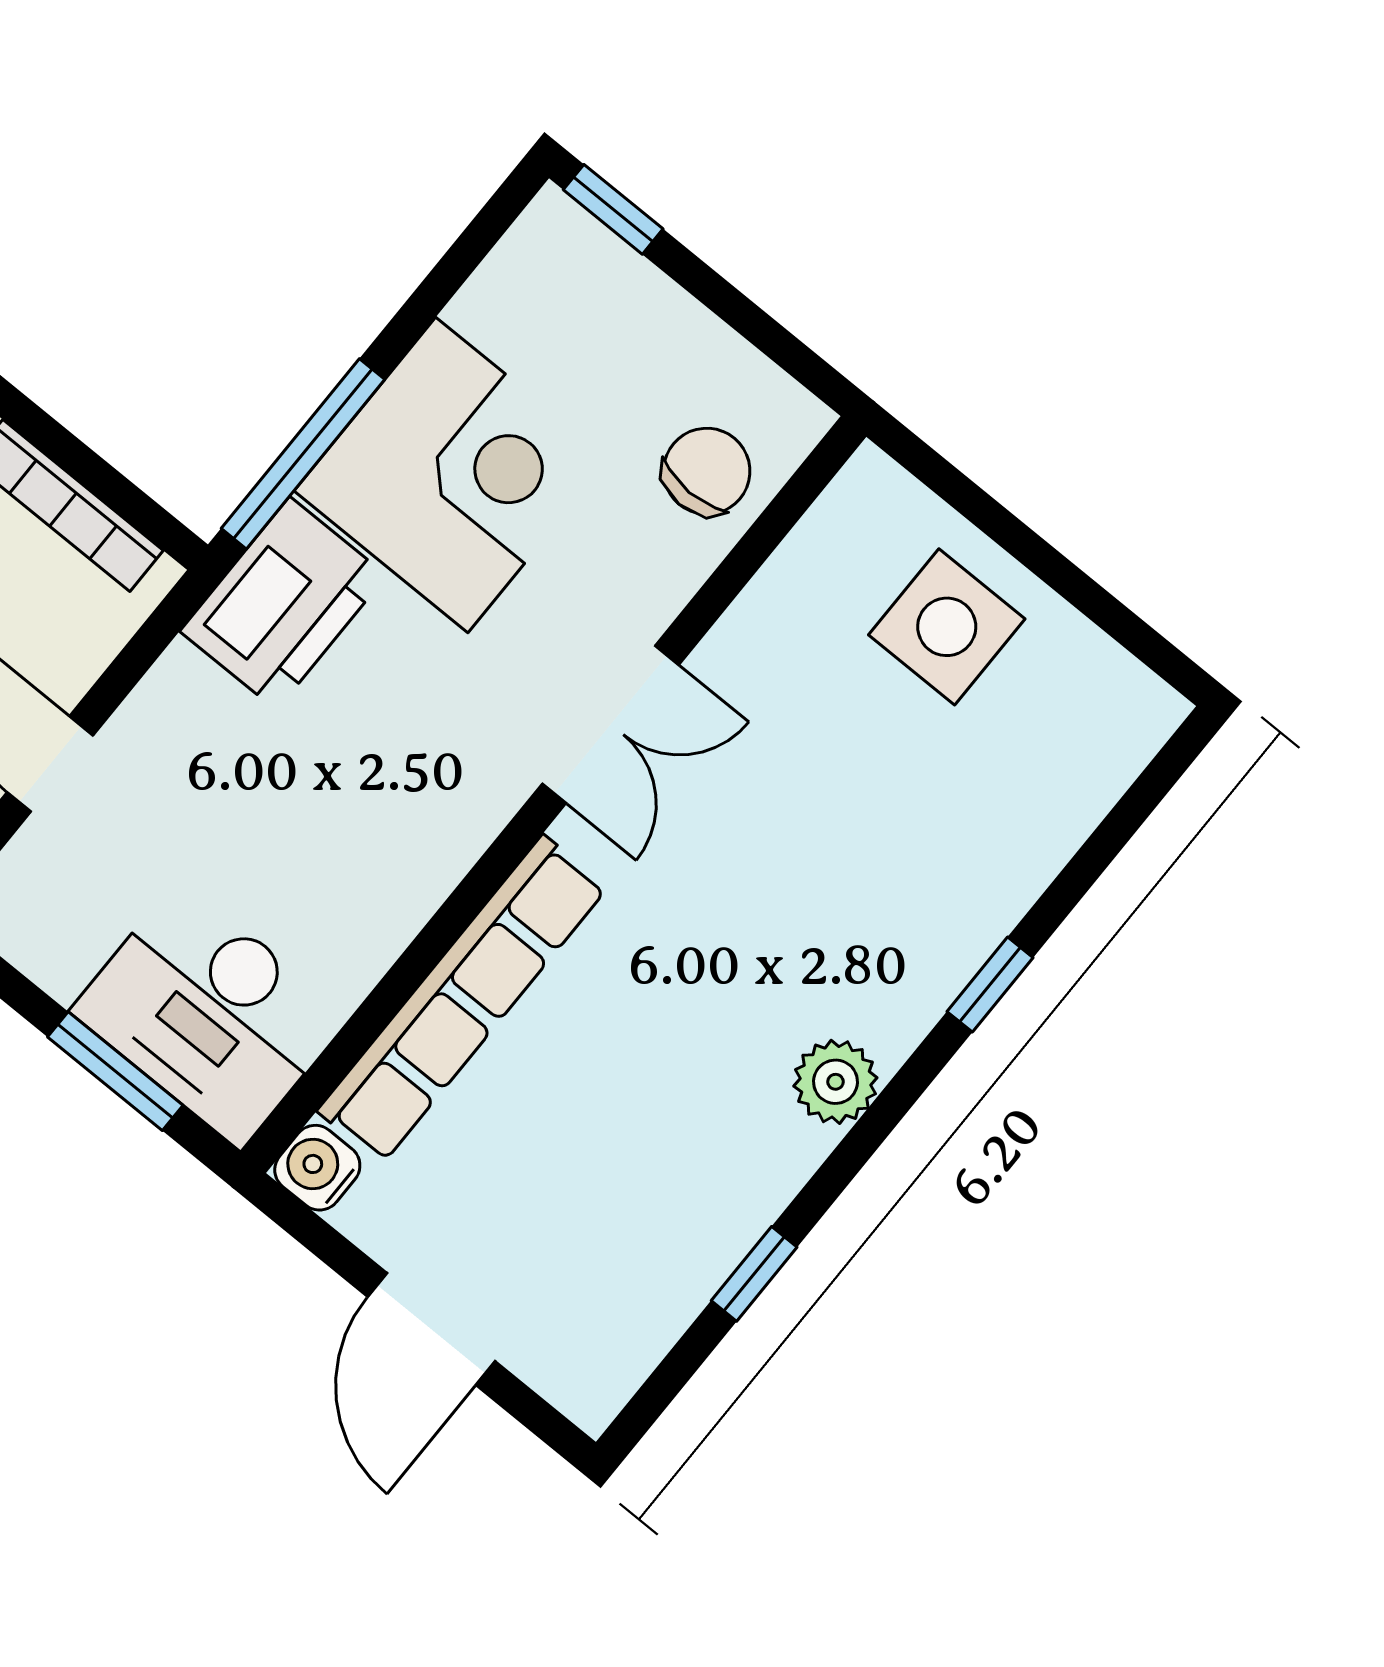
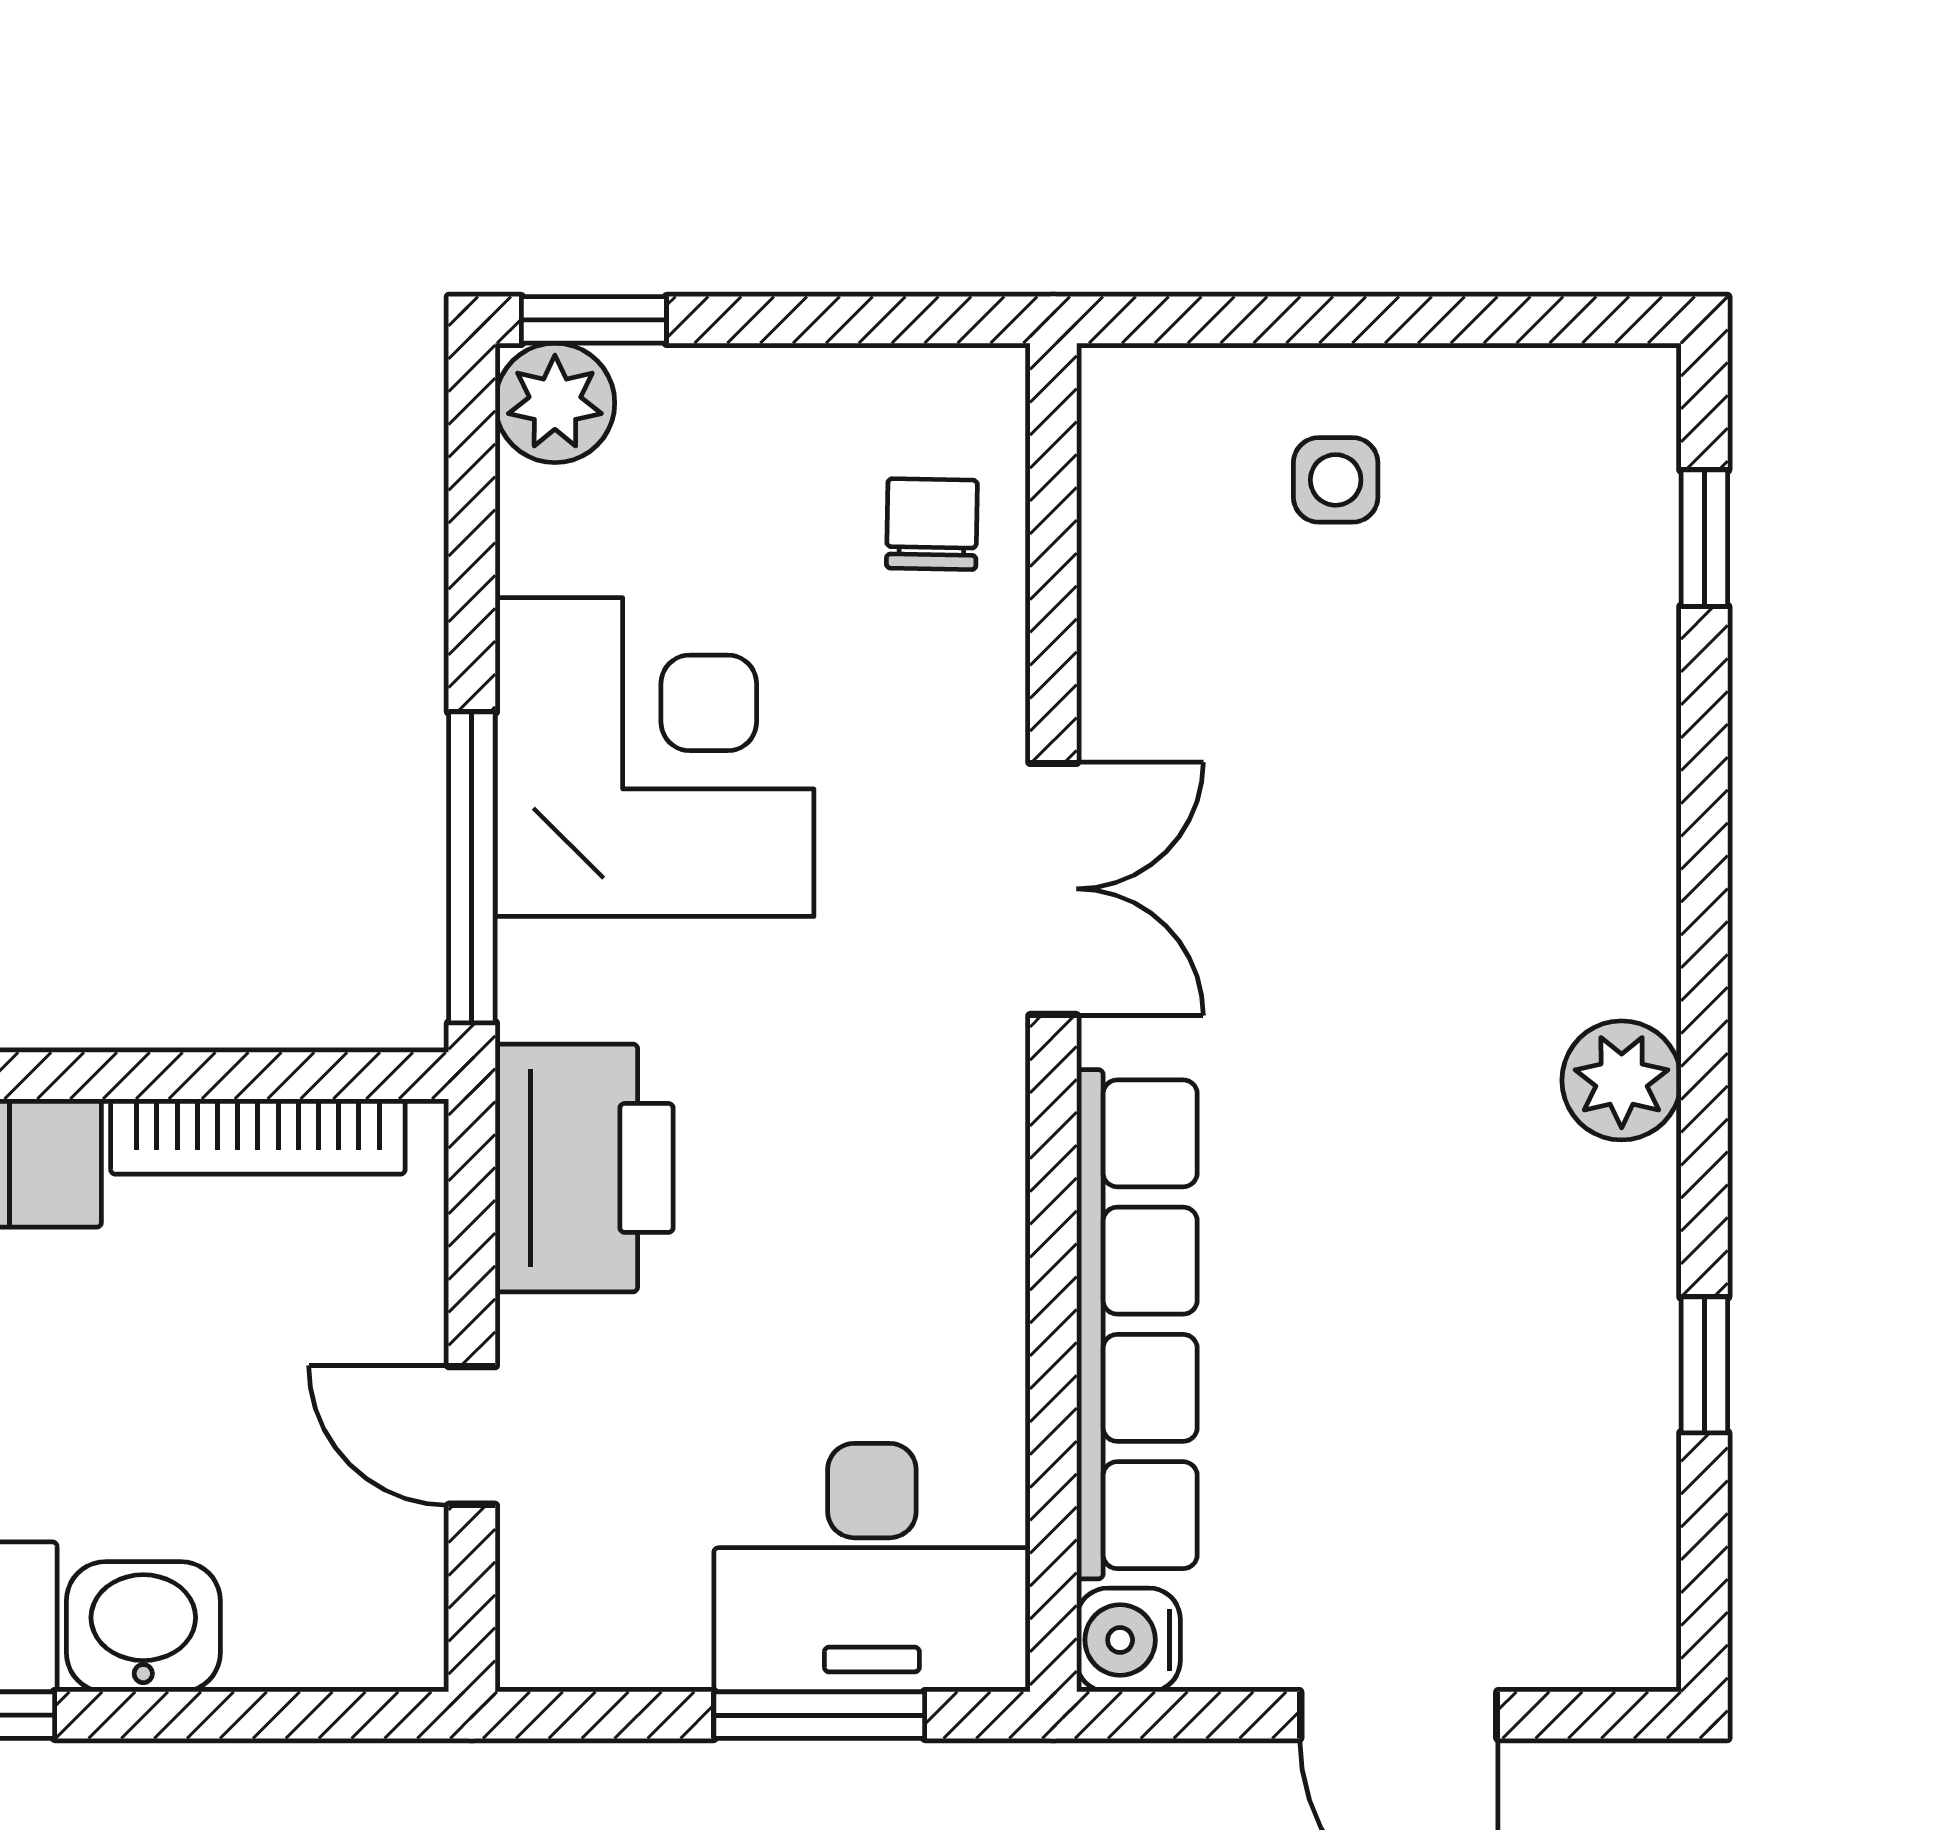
plant: (555, 237) -> (555, 403), added
chair: (707, 471) -> (932, 524), width x0.73, depth x0.73
printer: (283, 603) -> (584, 1168), moved
side table: (947, 627) -> (1336, 480), width x0.54, depth x0.54
window: (990, 985) -> (1704, 538), moved

